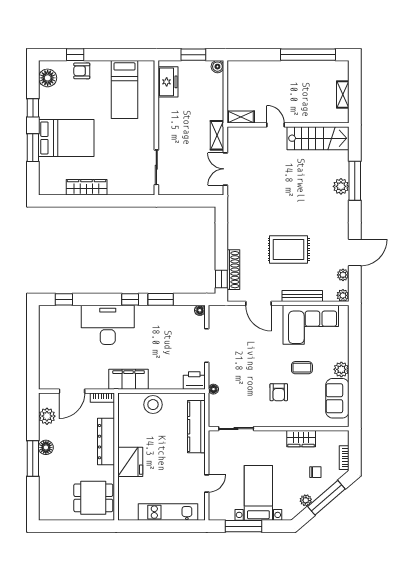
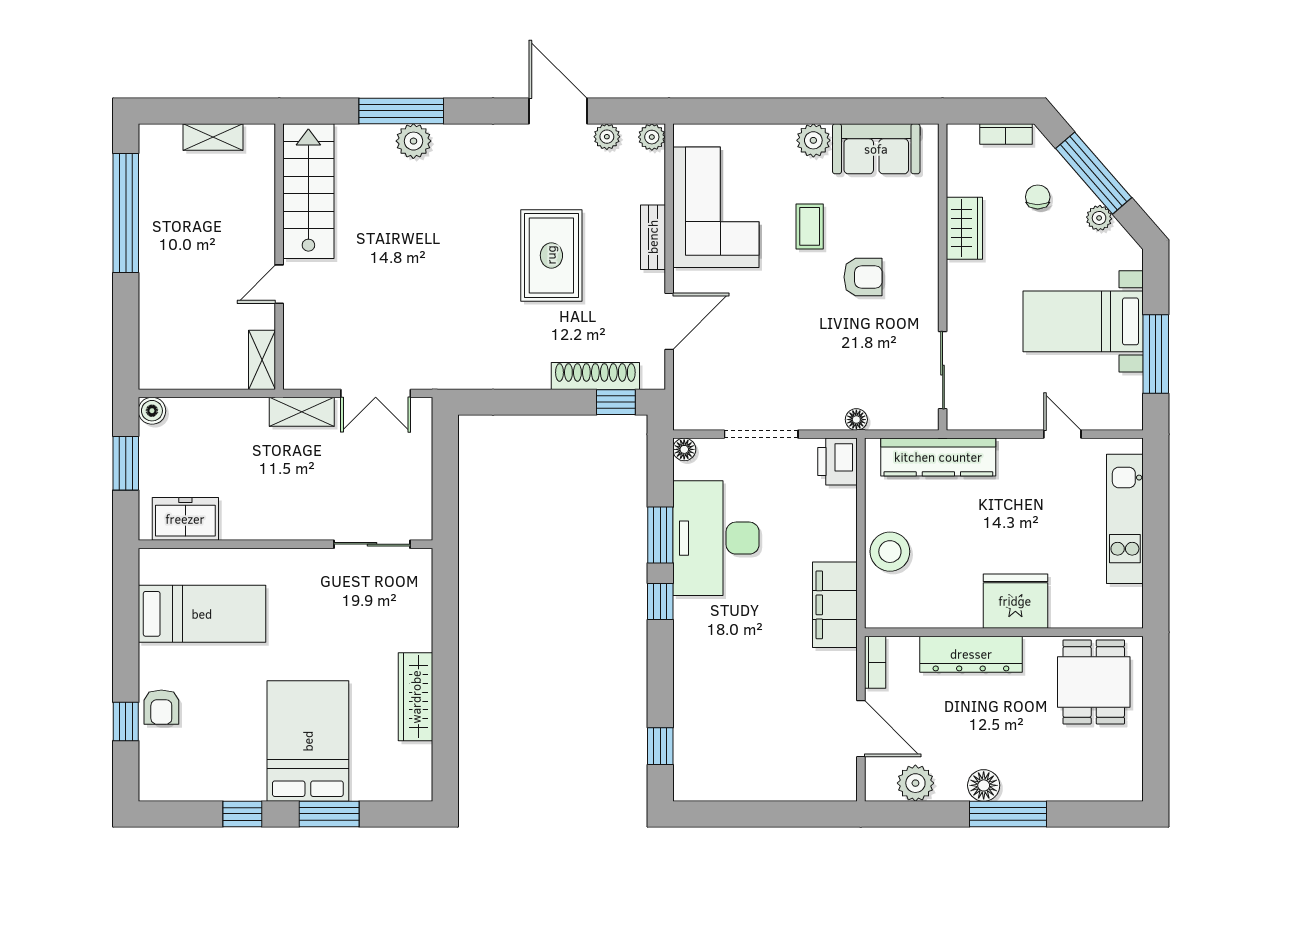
floor lamp: (48, 78) -> (177, 782), removed
bench: (302, 296) -> (653, 237), width x0.73
desk: (108, 325) -> (716, 538), moved

